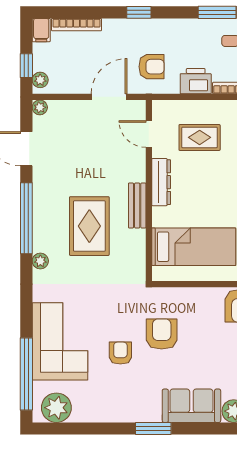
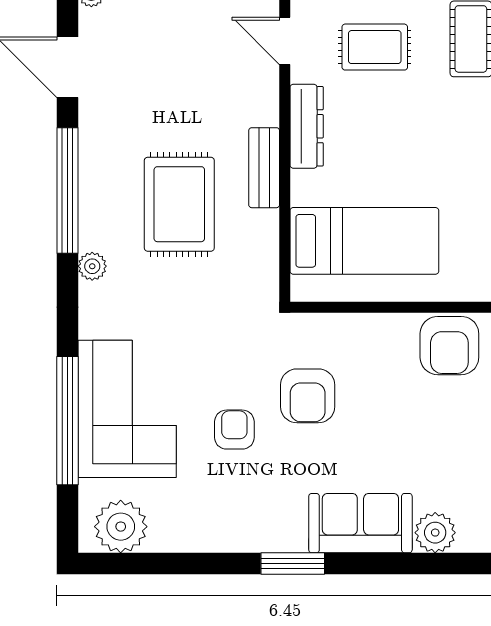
armchair: (162, 334) -> (308, 396), turned 180
window: (26, 374) -> (67, 421), moved

